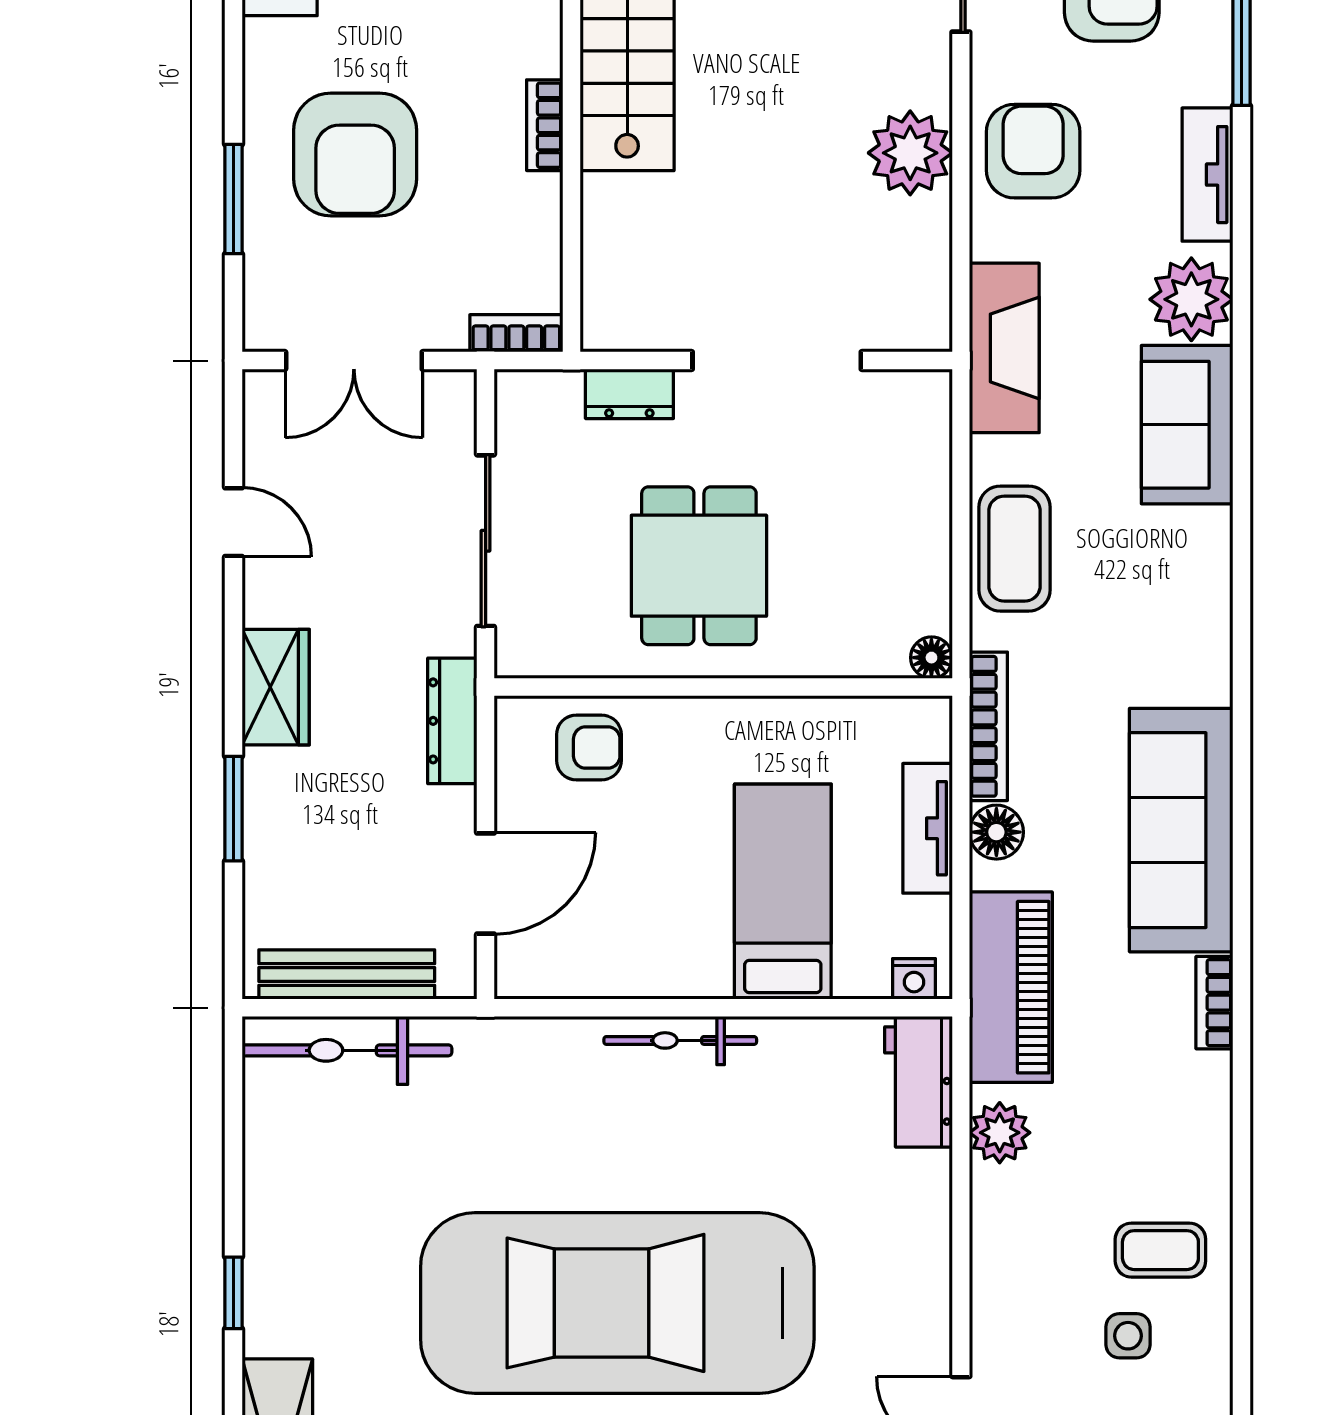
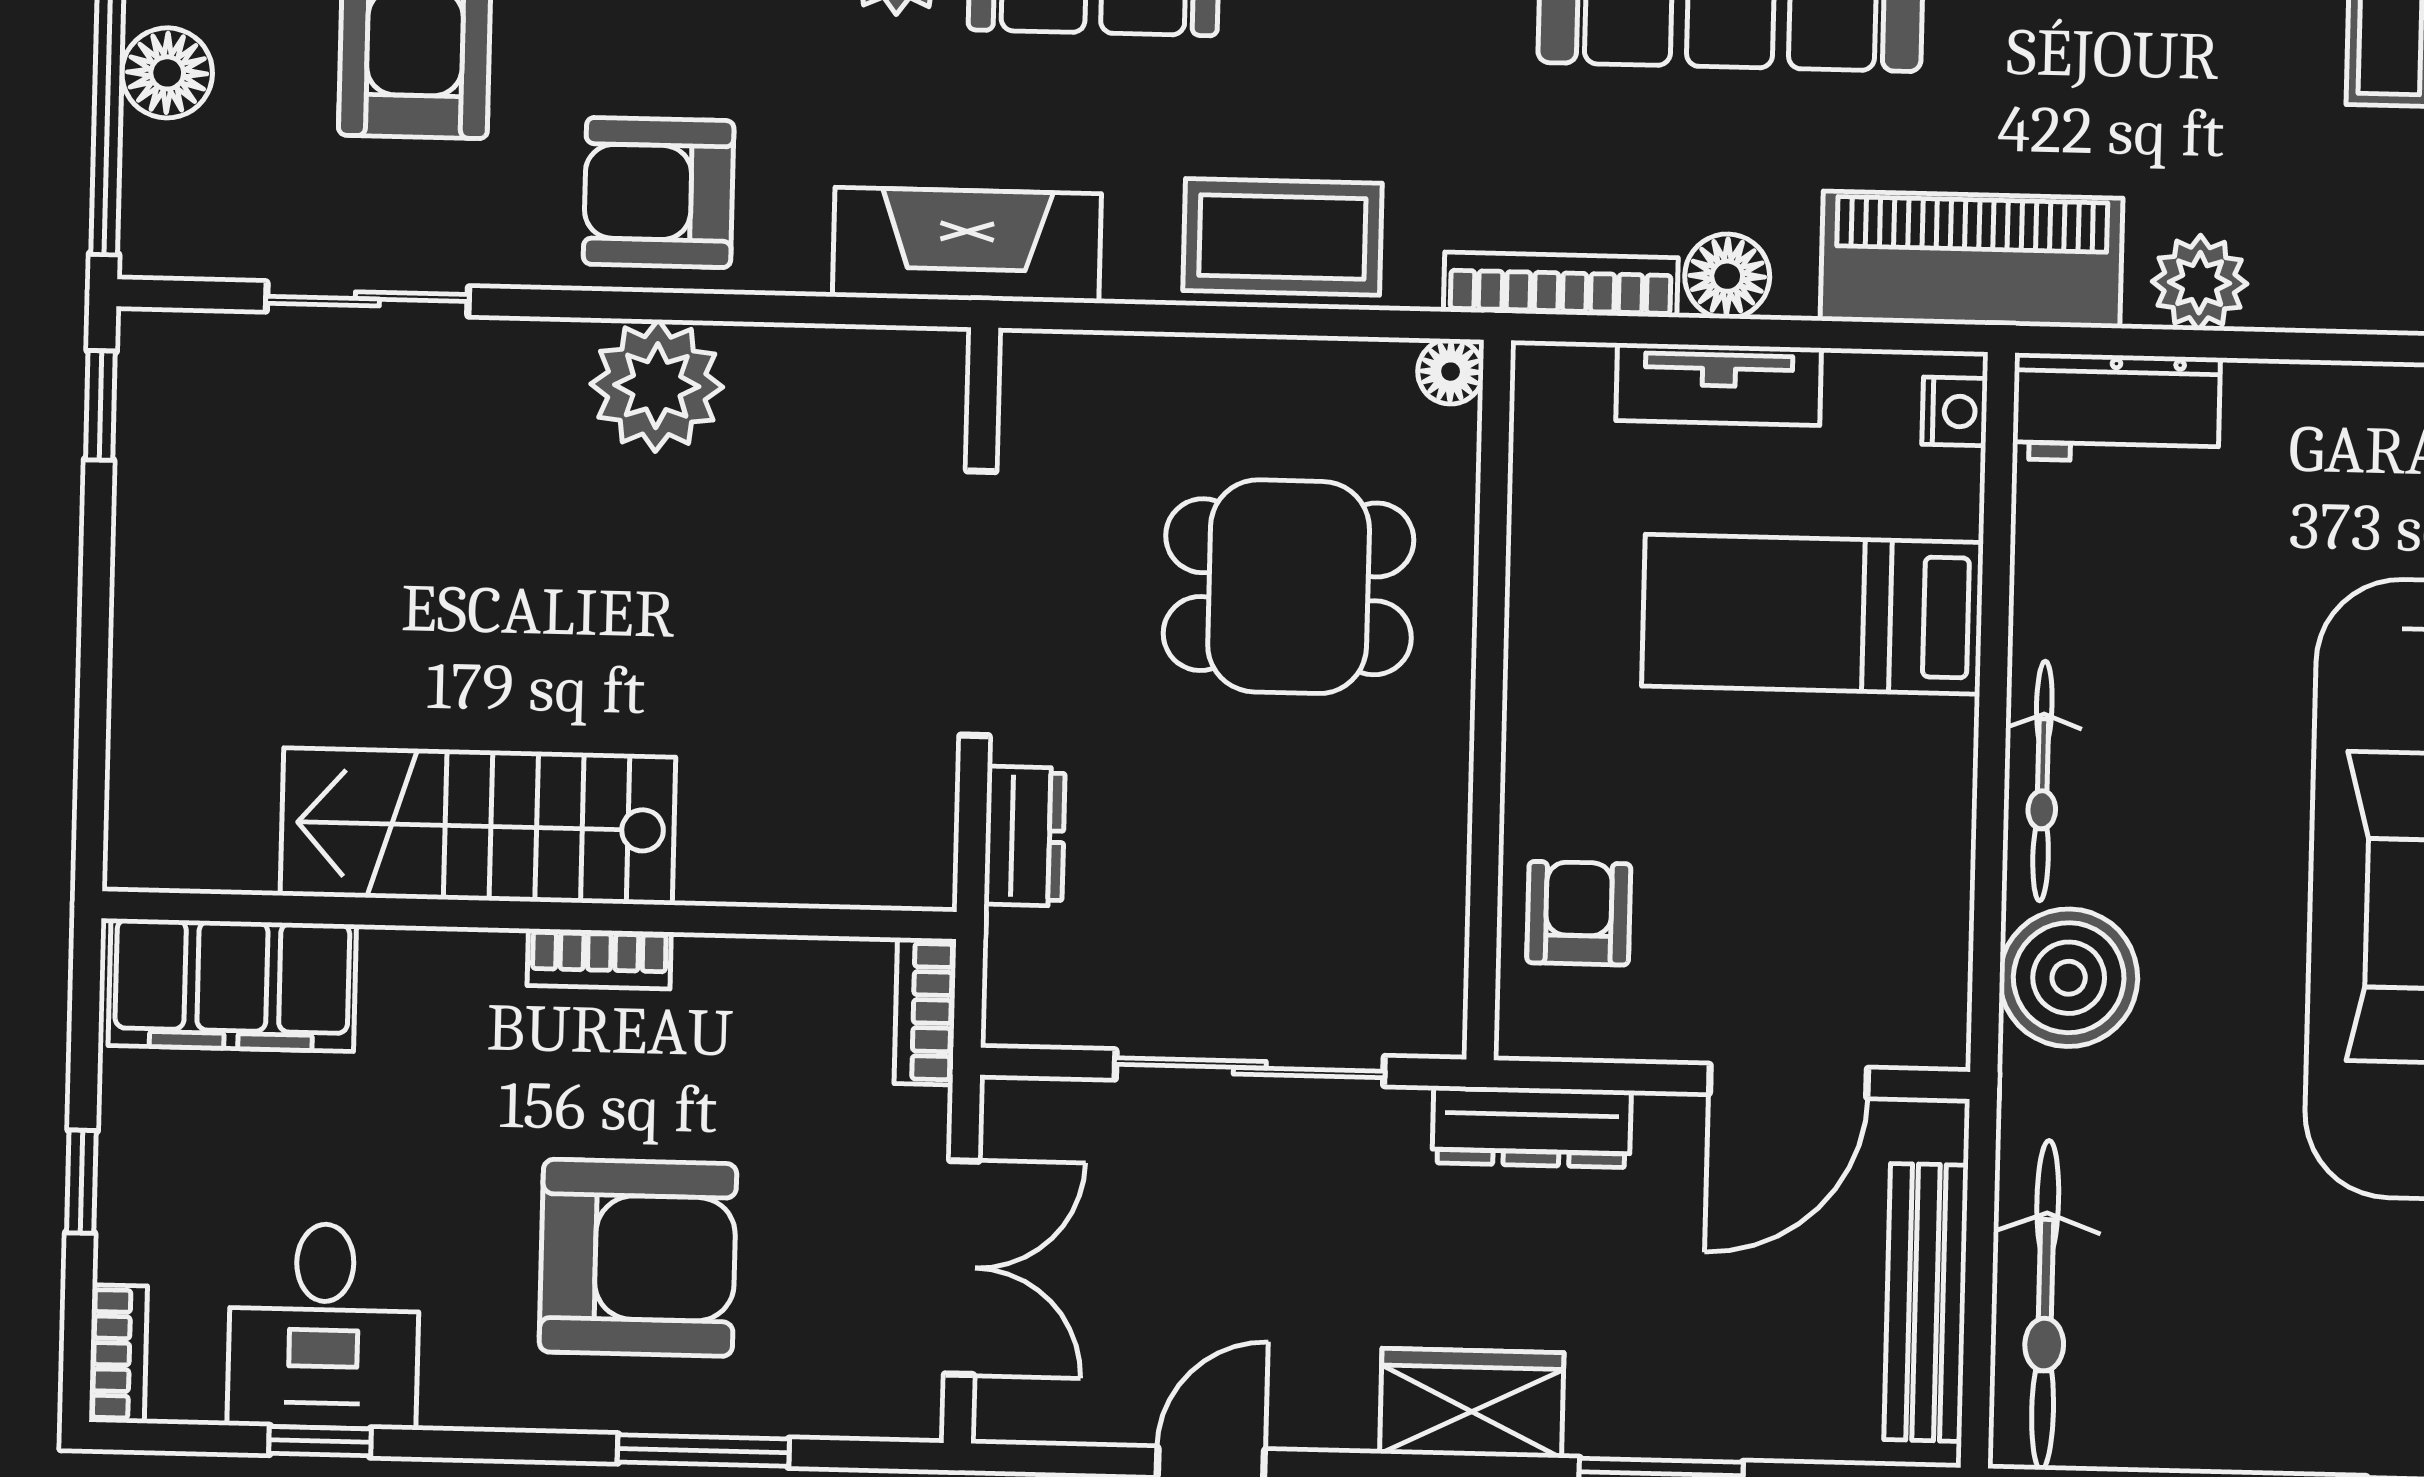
dining table: (699, 566) -> (1289, 587), moved
door: (486, 884) -> (1788, 1081), swing flipped
boiler: (556, 1060) -> (2069, 978), added

